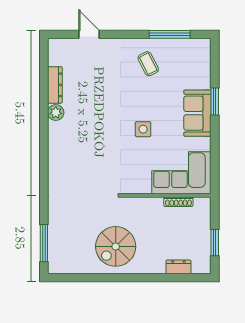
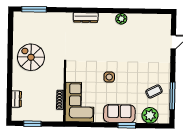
coffee table: (148, 64) -> (154, 91), moved
plant: (199, 67) -> (150, 115), added
dresser: (55, 85) -> (86, 18), moved

